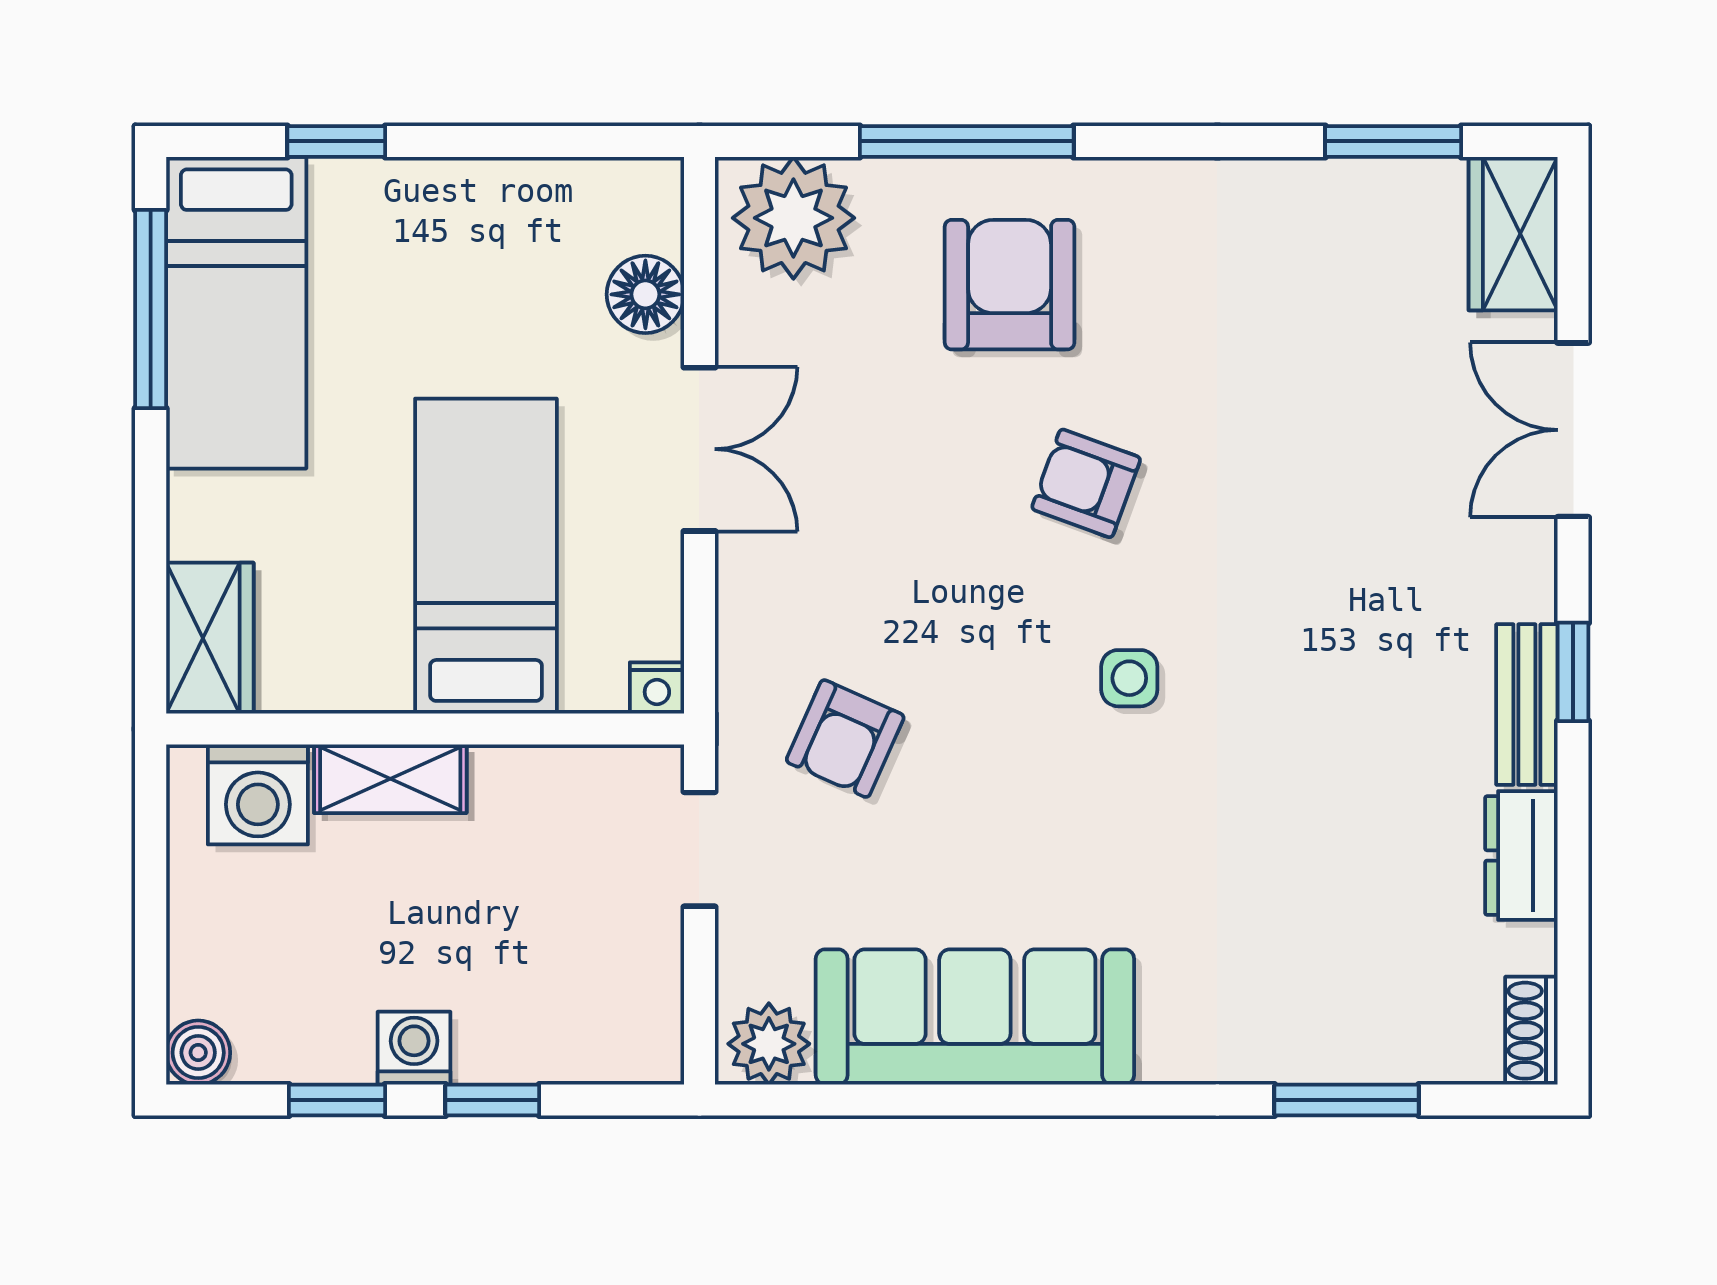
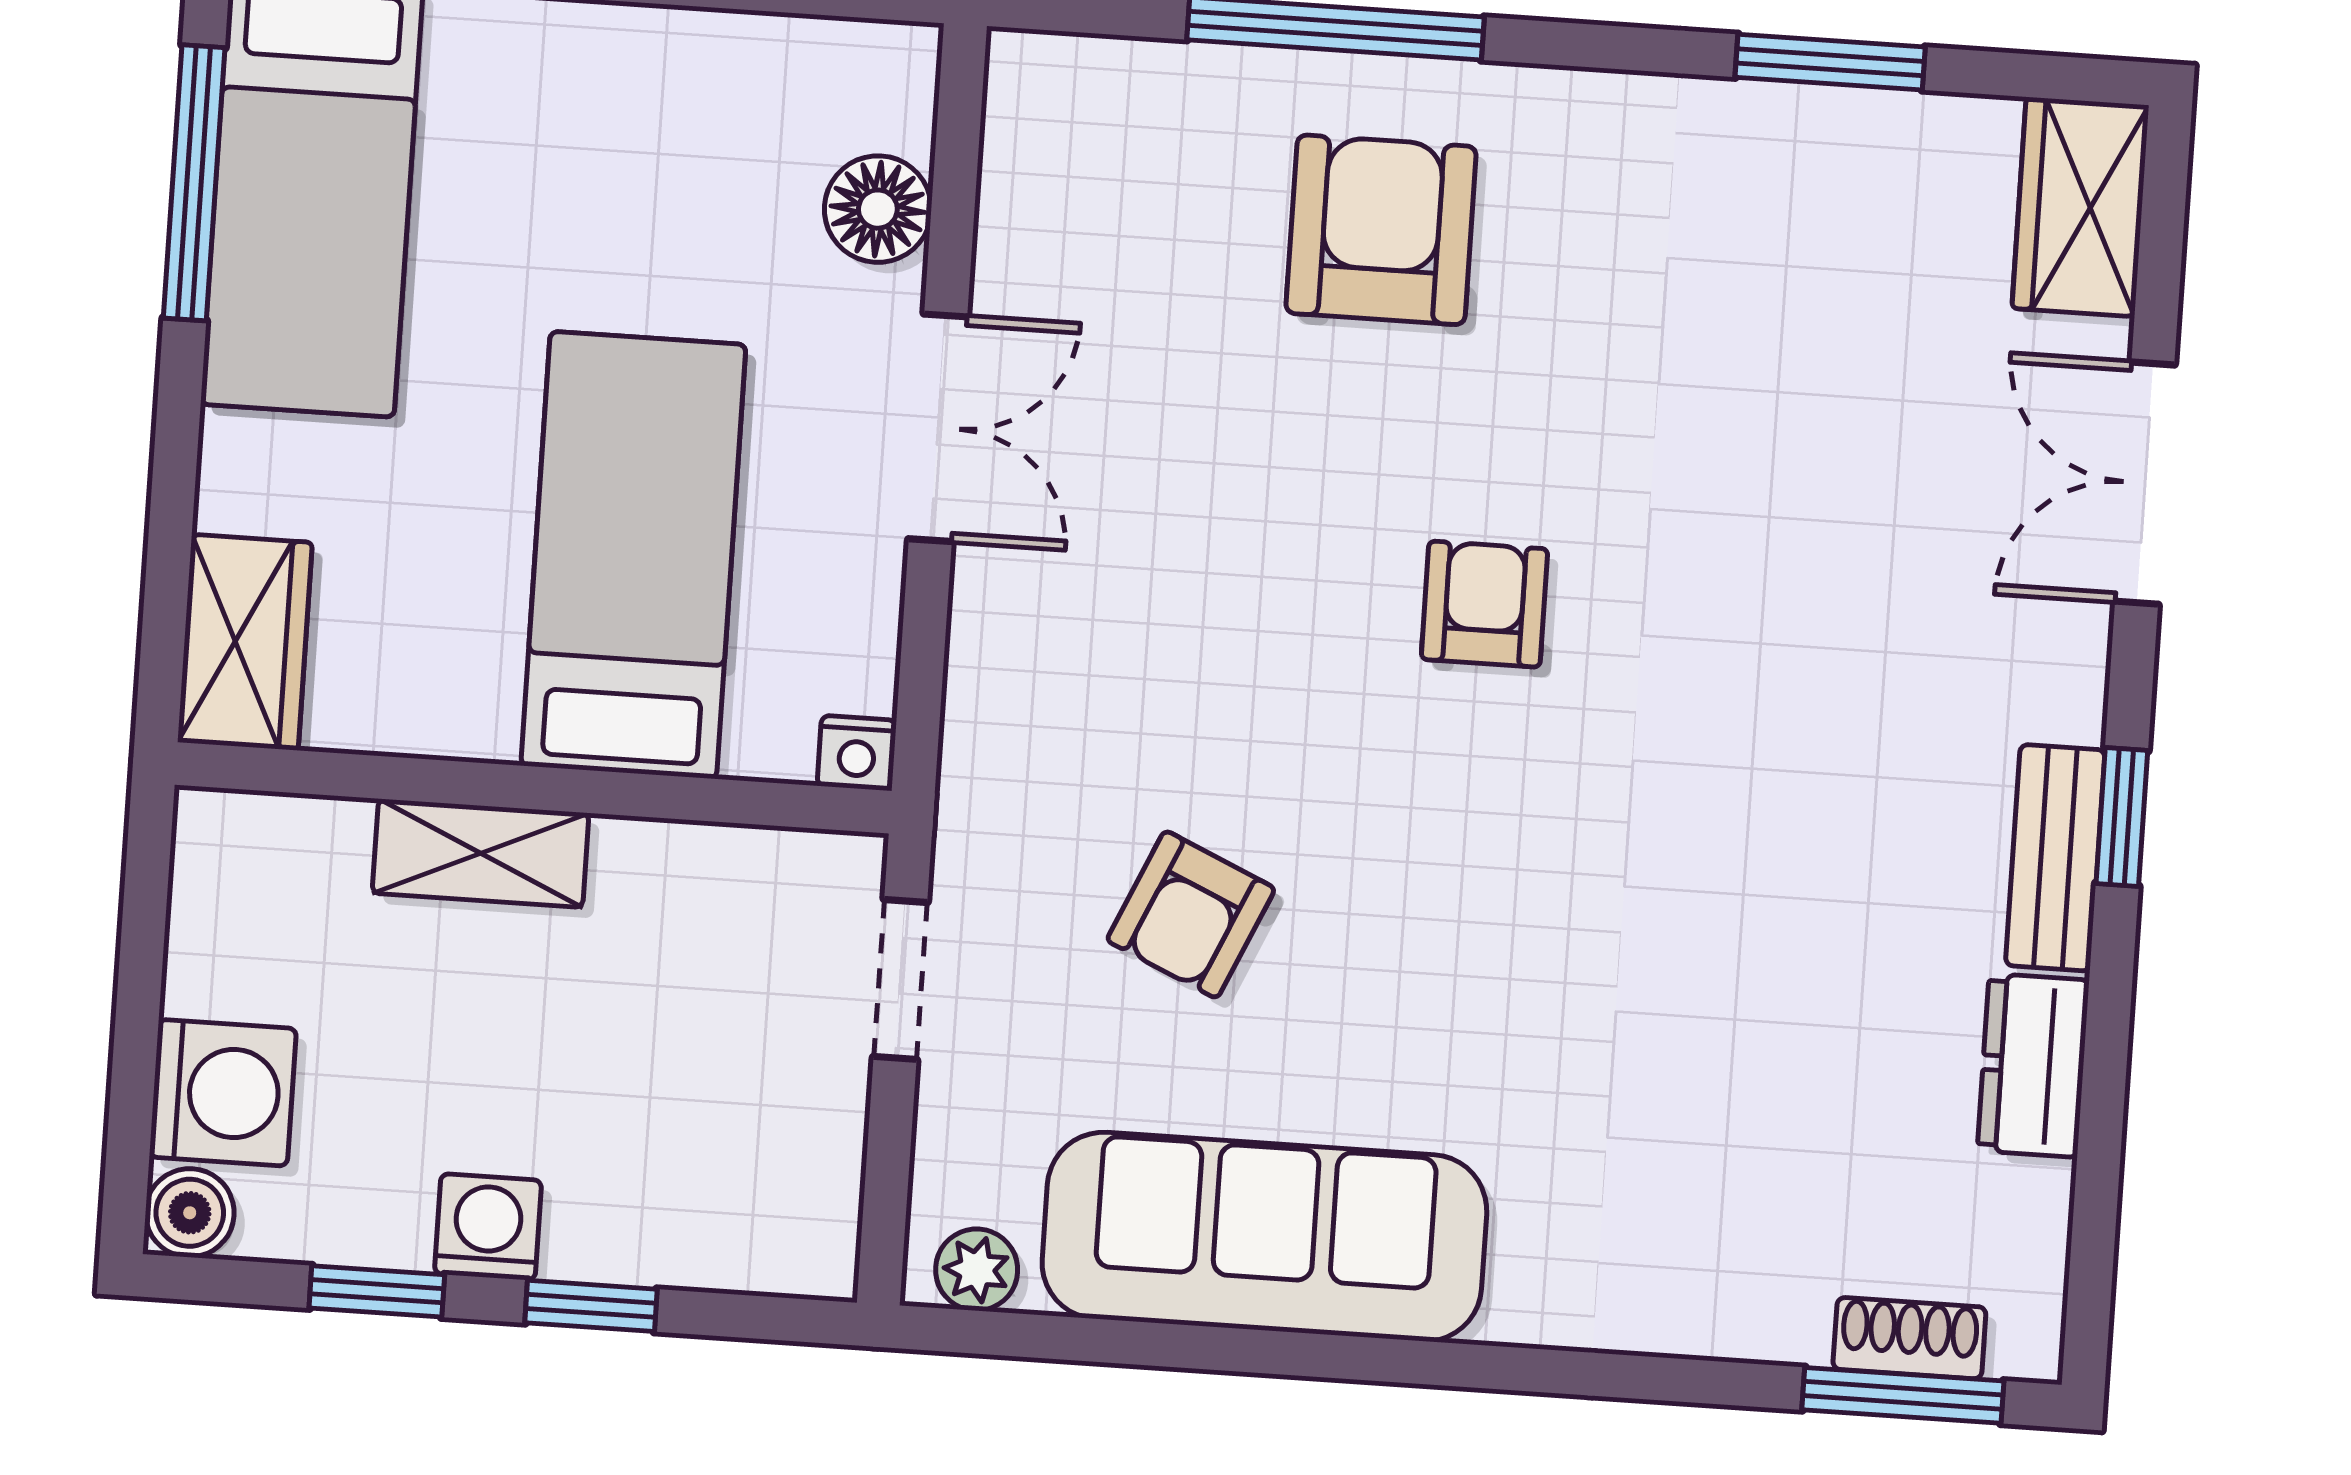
window: (1393, 141) -> (1830, 62), moved
plant: (793, 218) -> (1089, 118), removed
armchair: (1086, 483) -> (1484, 604), moved, turned 70
side table: (1129, 678) -> (1509, 784), removed
armchair: (845, 739) -> (1191, 914), moved
washing machine: (258, 794) -> (223, 1093), moved, turned -90
shoe rack: (1531, 1031) -> (1909, 1338), moved, turned 90
plant: (769, 1044) -> (977, 1270), width x0.73, depth x0.73
window: (1347, 1100) -> (1903, 1395), moved

